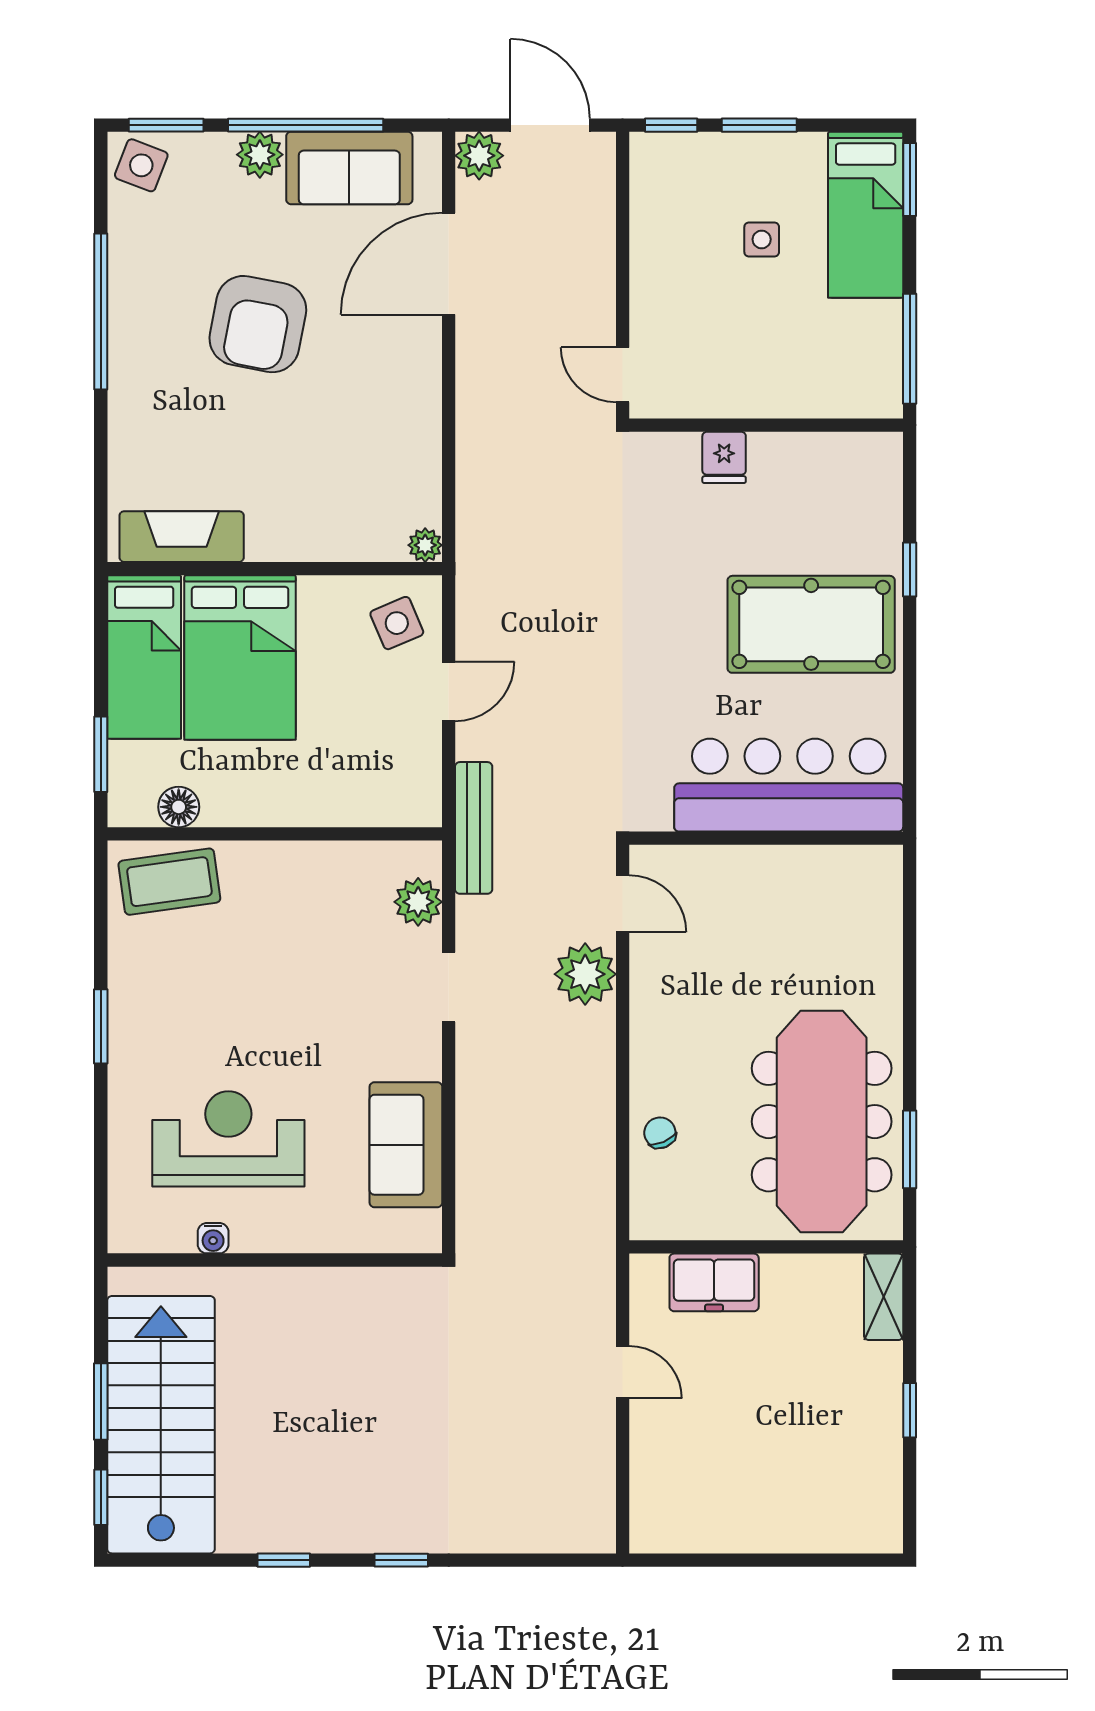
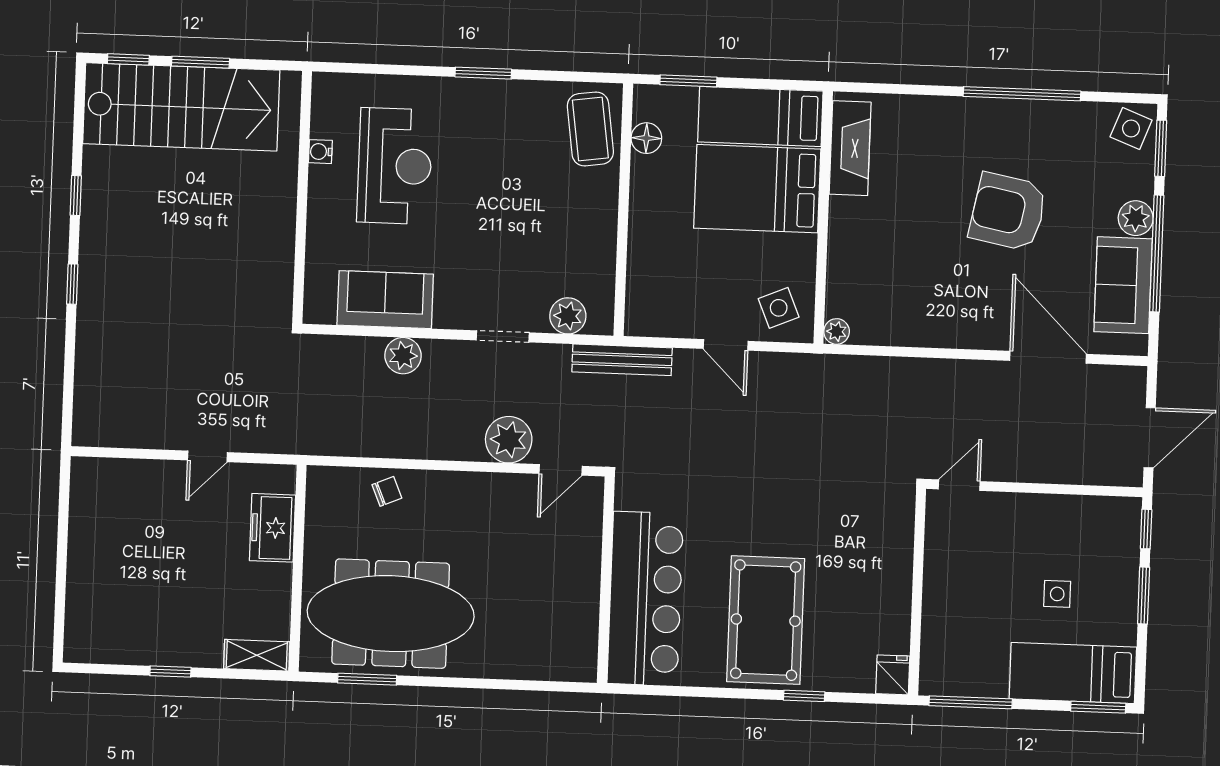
plant: (479, 156) -> (403, 356), moved
fridge: (724, 457) -> (893, 675), moved, turned 90

